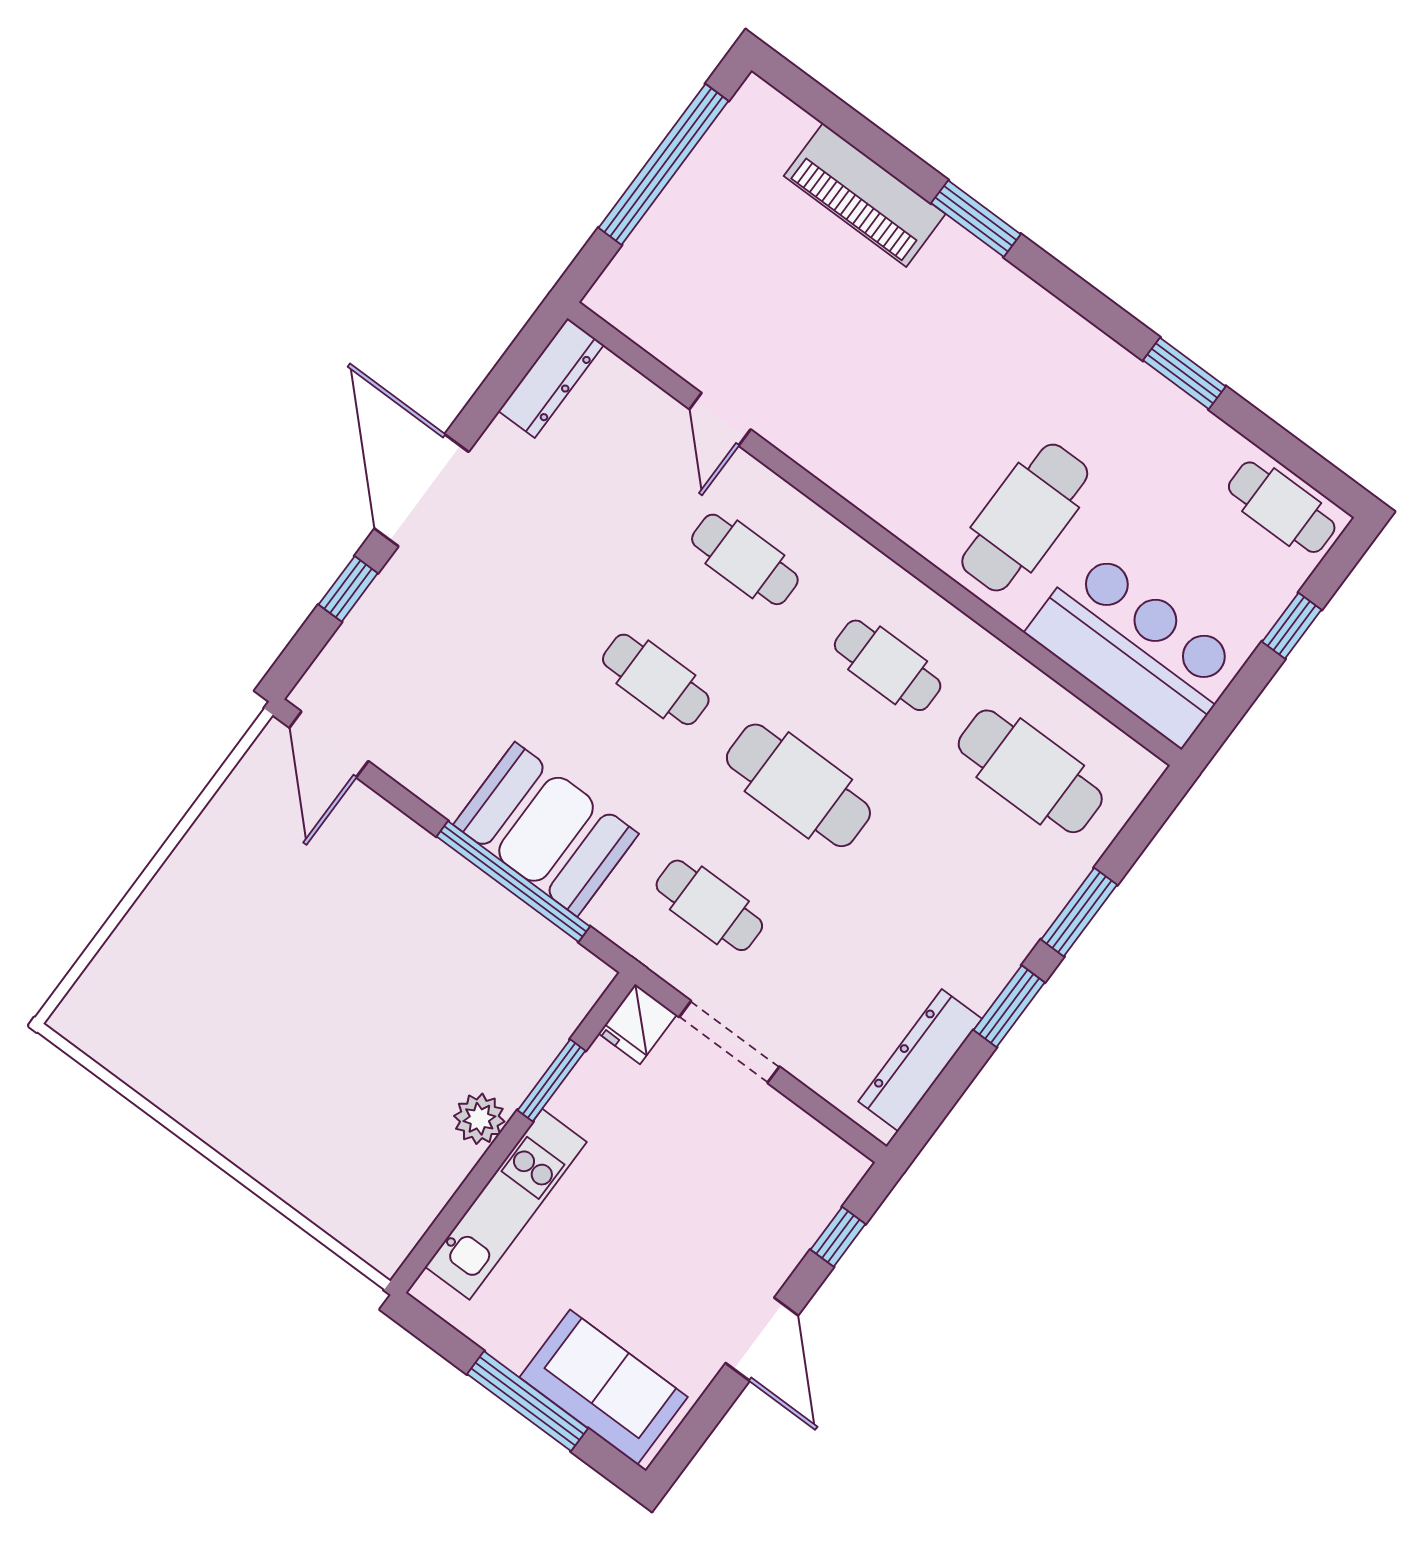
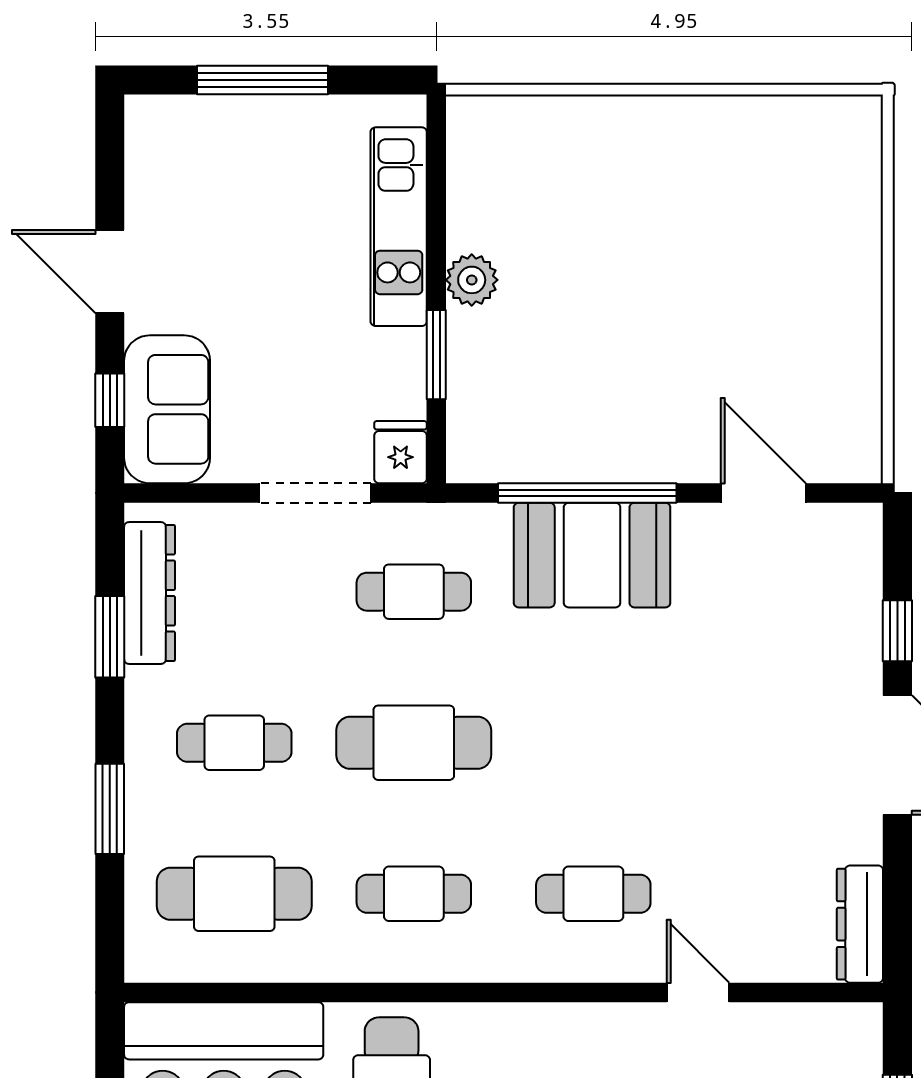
cafe table: (656, 679) -> (234, 743), moved
door: (329, 744) -> (763, 493), moved
window: (1009, 1006) -> (110, 637), moved
sofa: (604, 1387) -> (167, 409), moved, turned -90

